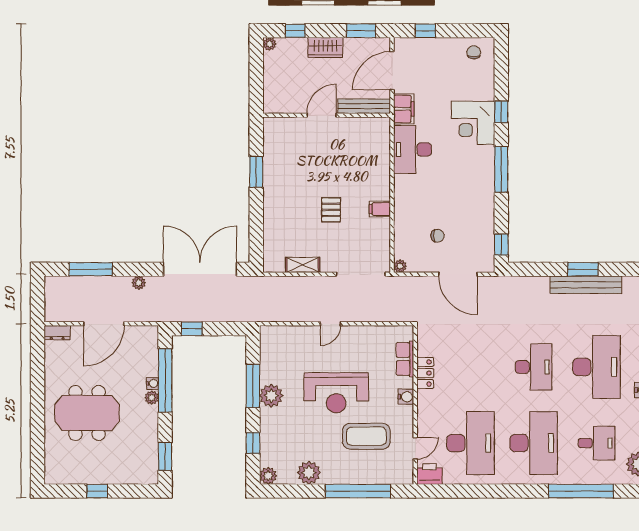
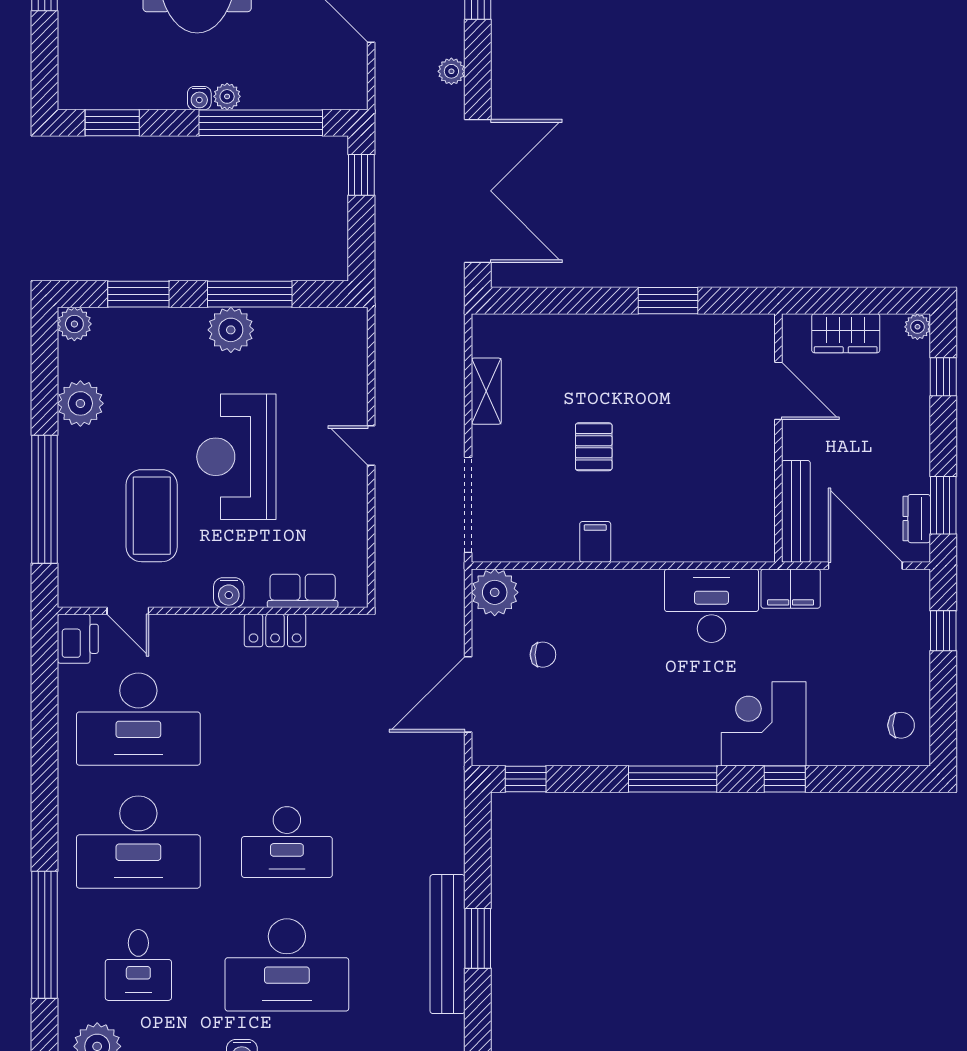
dresser: (368, 44) -> (917, 519), added
wardrobe: (325, 47) -> (846, 333), moved, turned -90
door: (322, 115) -> (778, 391), moved
pallet: (331, 210) -> (594, 447), turned 90
chair: (438, 236) -> (543, 655), turned -90
plant: (400, 266) -> (495, 592), width x1.87, depth x1.87
water cooler: (152, 383) -> (199, 98), moved
window: (253, 443) -> (138, 294), width x1.50

